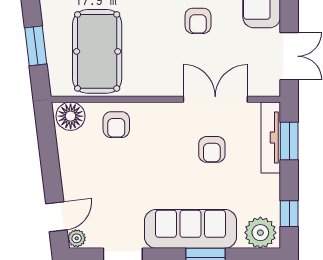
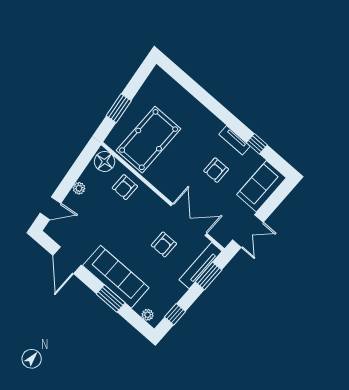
plant: (260, 233) -> (148, 315), width x0.53, depth x0.53
plant: (77, 238) -> (79, 188), moved

